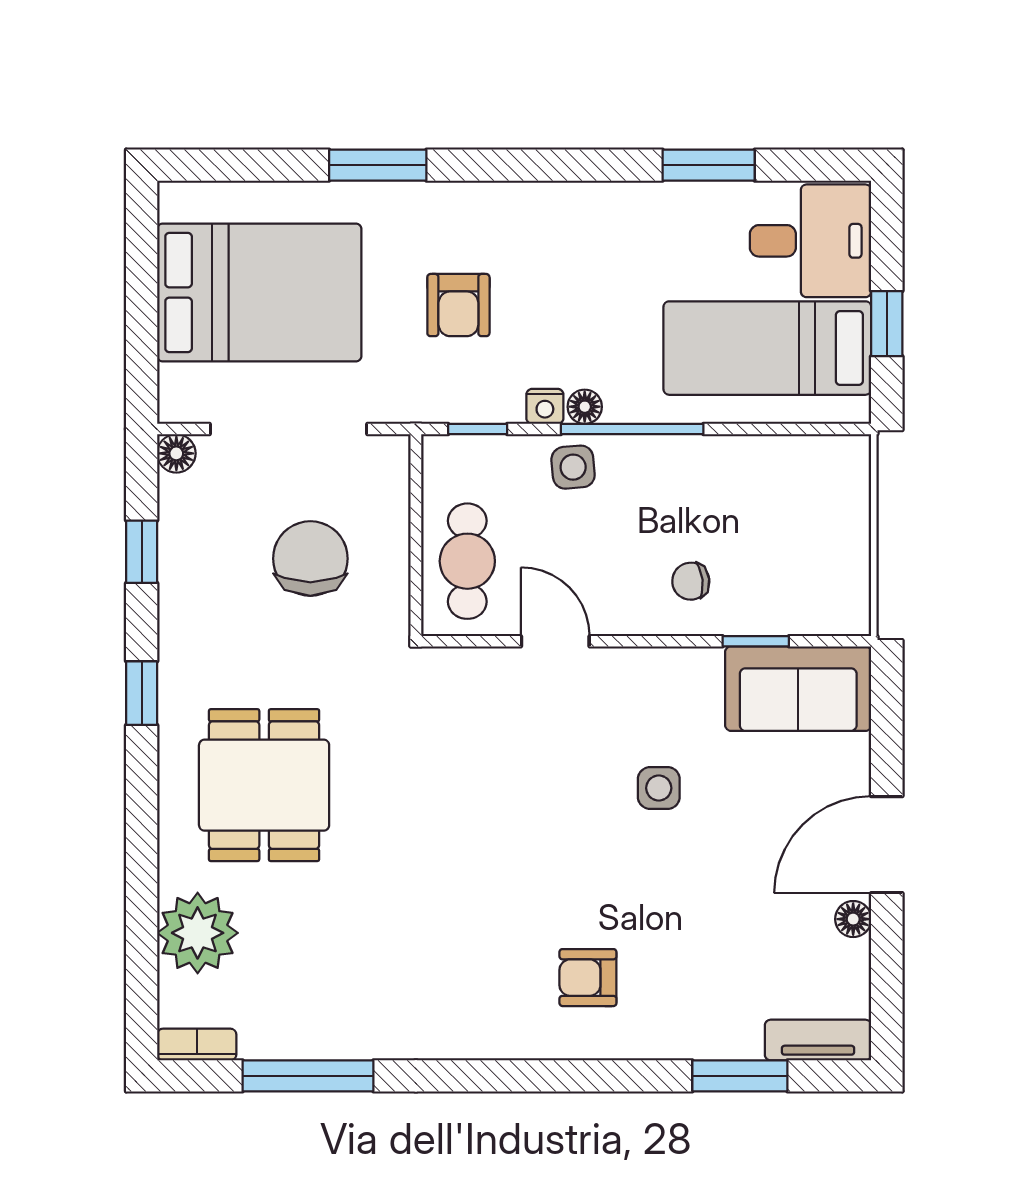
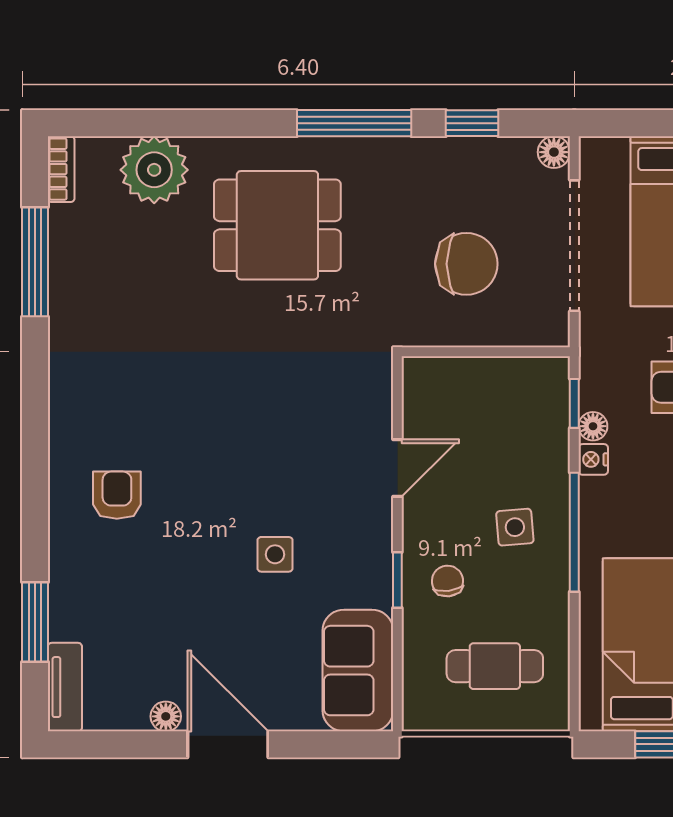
floor lamp: (585, 407) -> (593, 426), moved
side table: (573, 467) -> (515, 527), moved
cafe table: (467, 561) -> (495, 666), moved
window: (756, 641) -> (397, 580), moved
window: (142, 693) -> (354, 123), width x2.17

